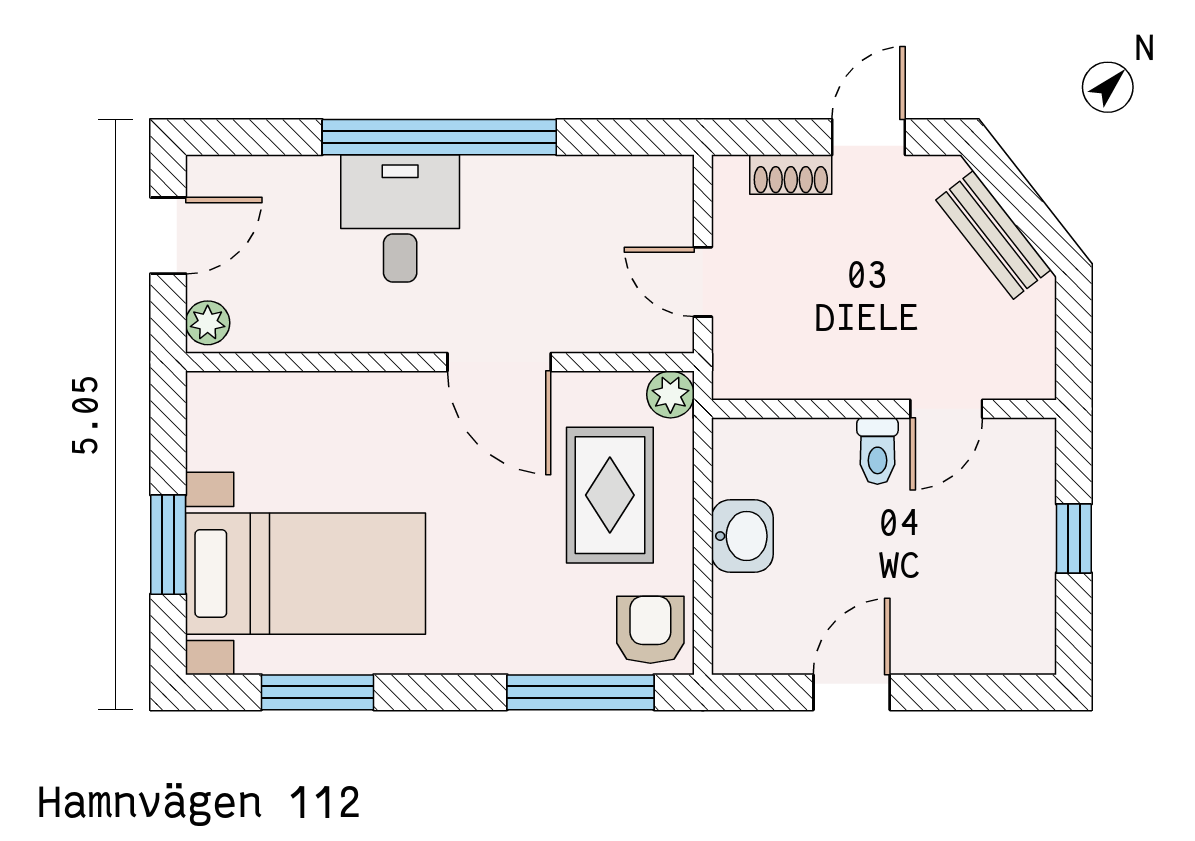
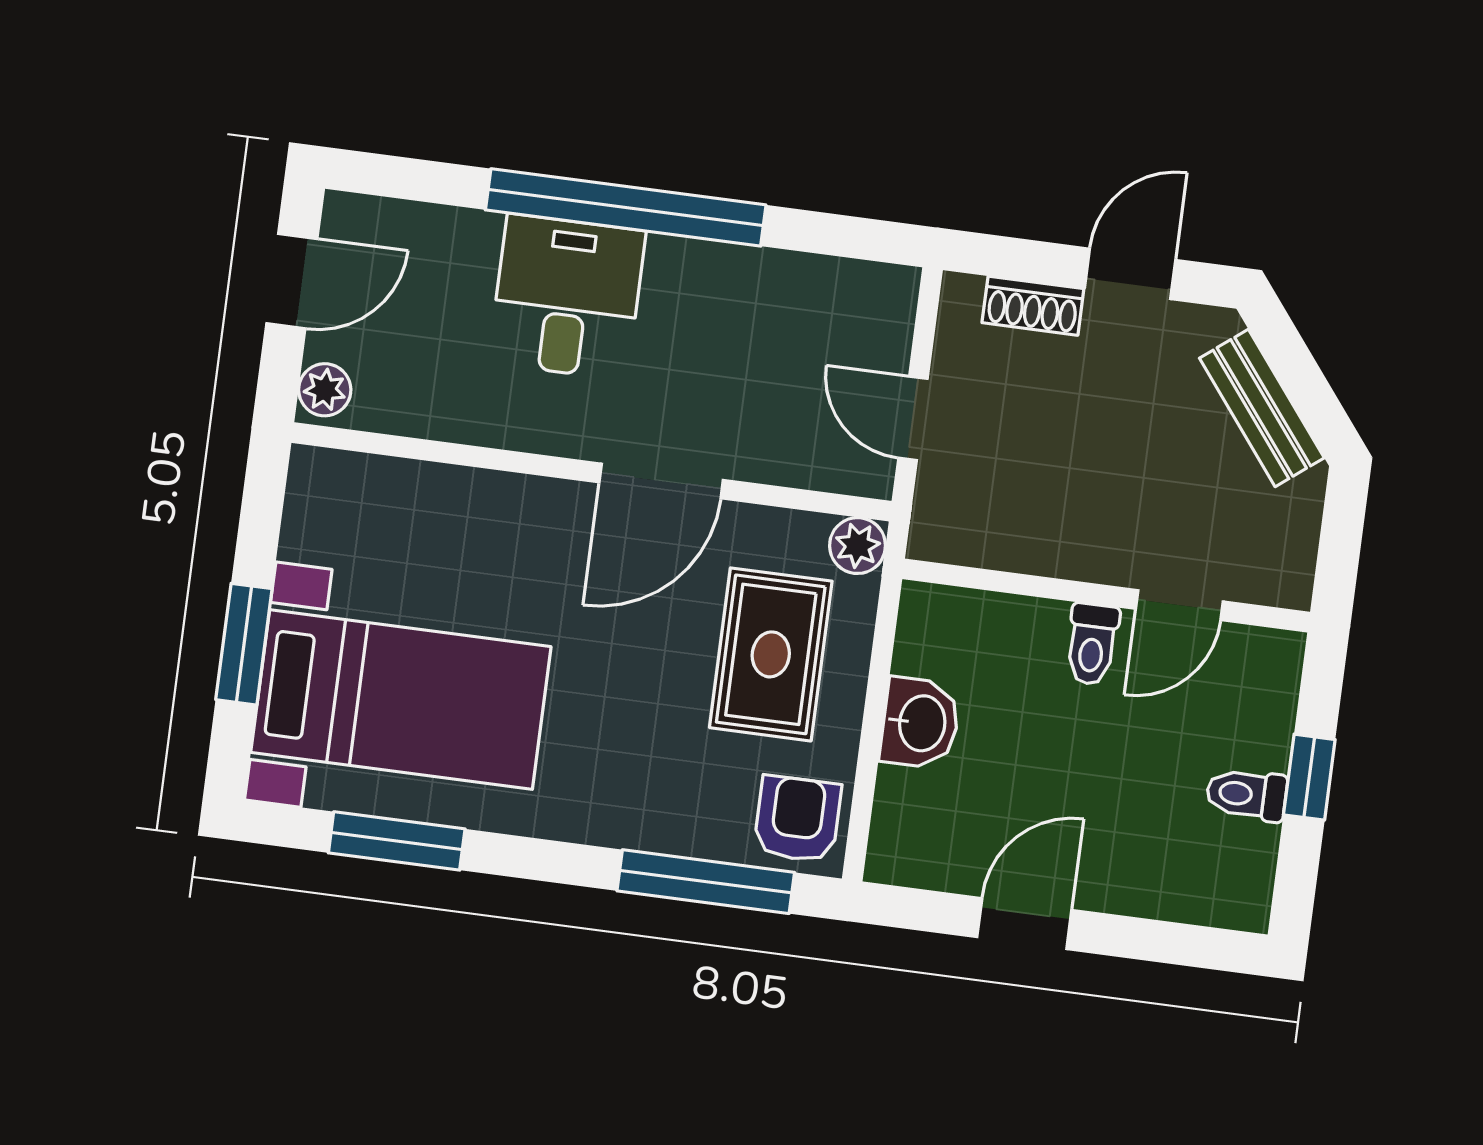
door: (499, 362) -> (661, 481), hinge flipped
toilet: (1023, 560) -> (1246, 795), added

